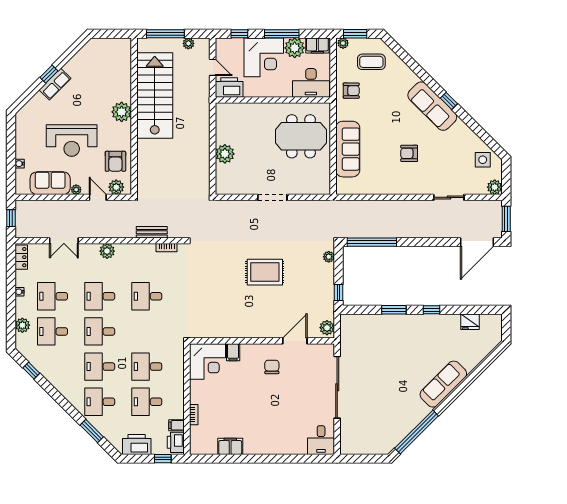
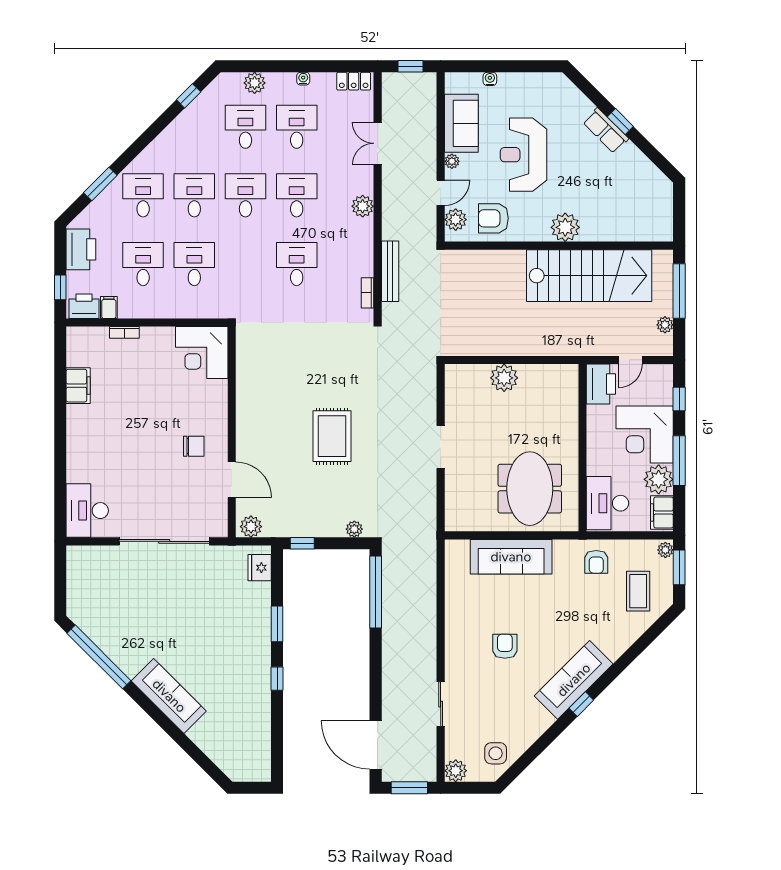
bench: (152, 232) -> (390, 271), width x1.36
fridge: (470, 322) -> (260, 568), moved
filing cabinet: (233, 352) -> (215, 390), removed
desk: (321, 440) -> (87, 511), width x1.37

